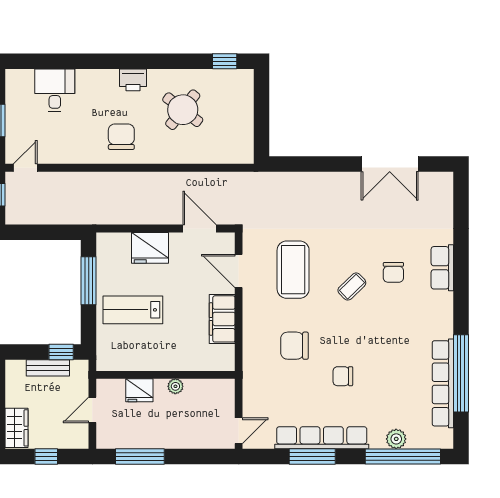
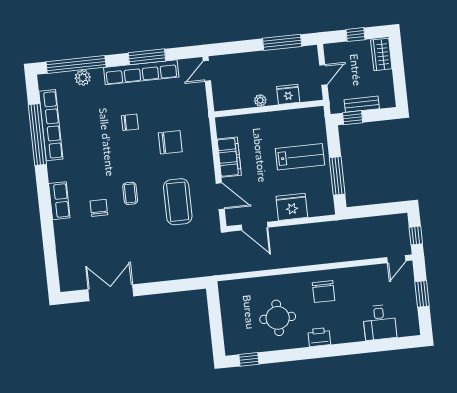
round table: (183, 110) -> (278, 318), turned -38
row of seats: (442, 268) -> (59, 201), moved
coffee table: (352, 287) -> (130, 193), turned -46

